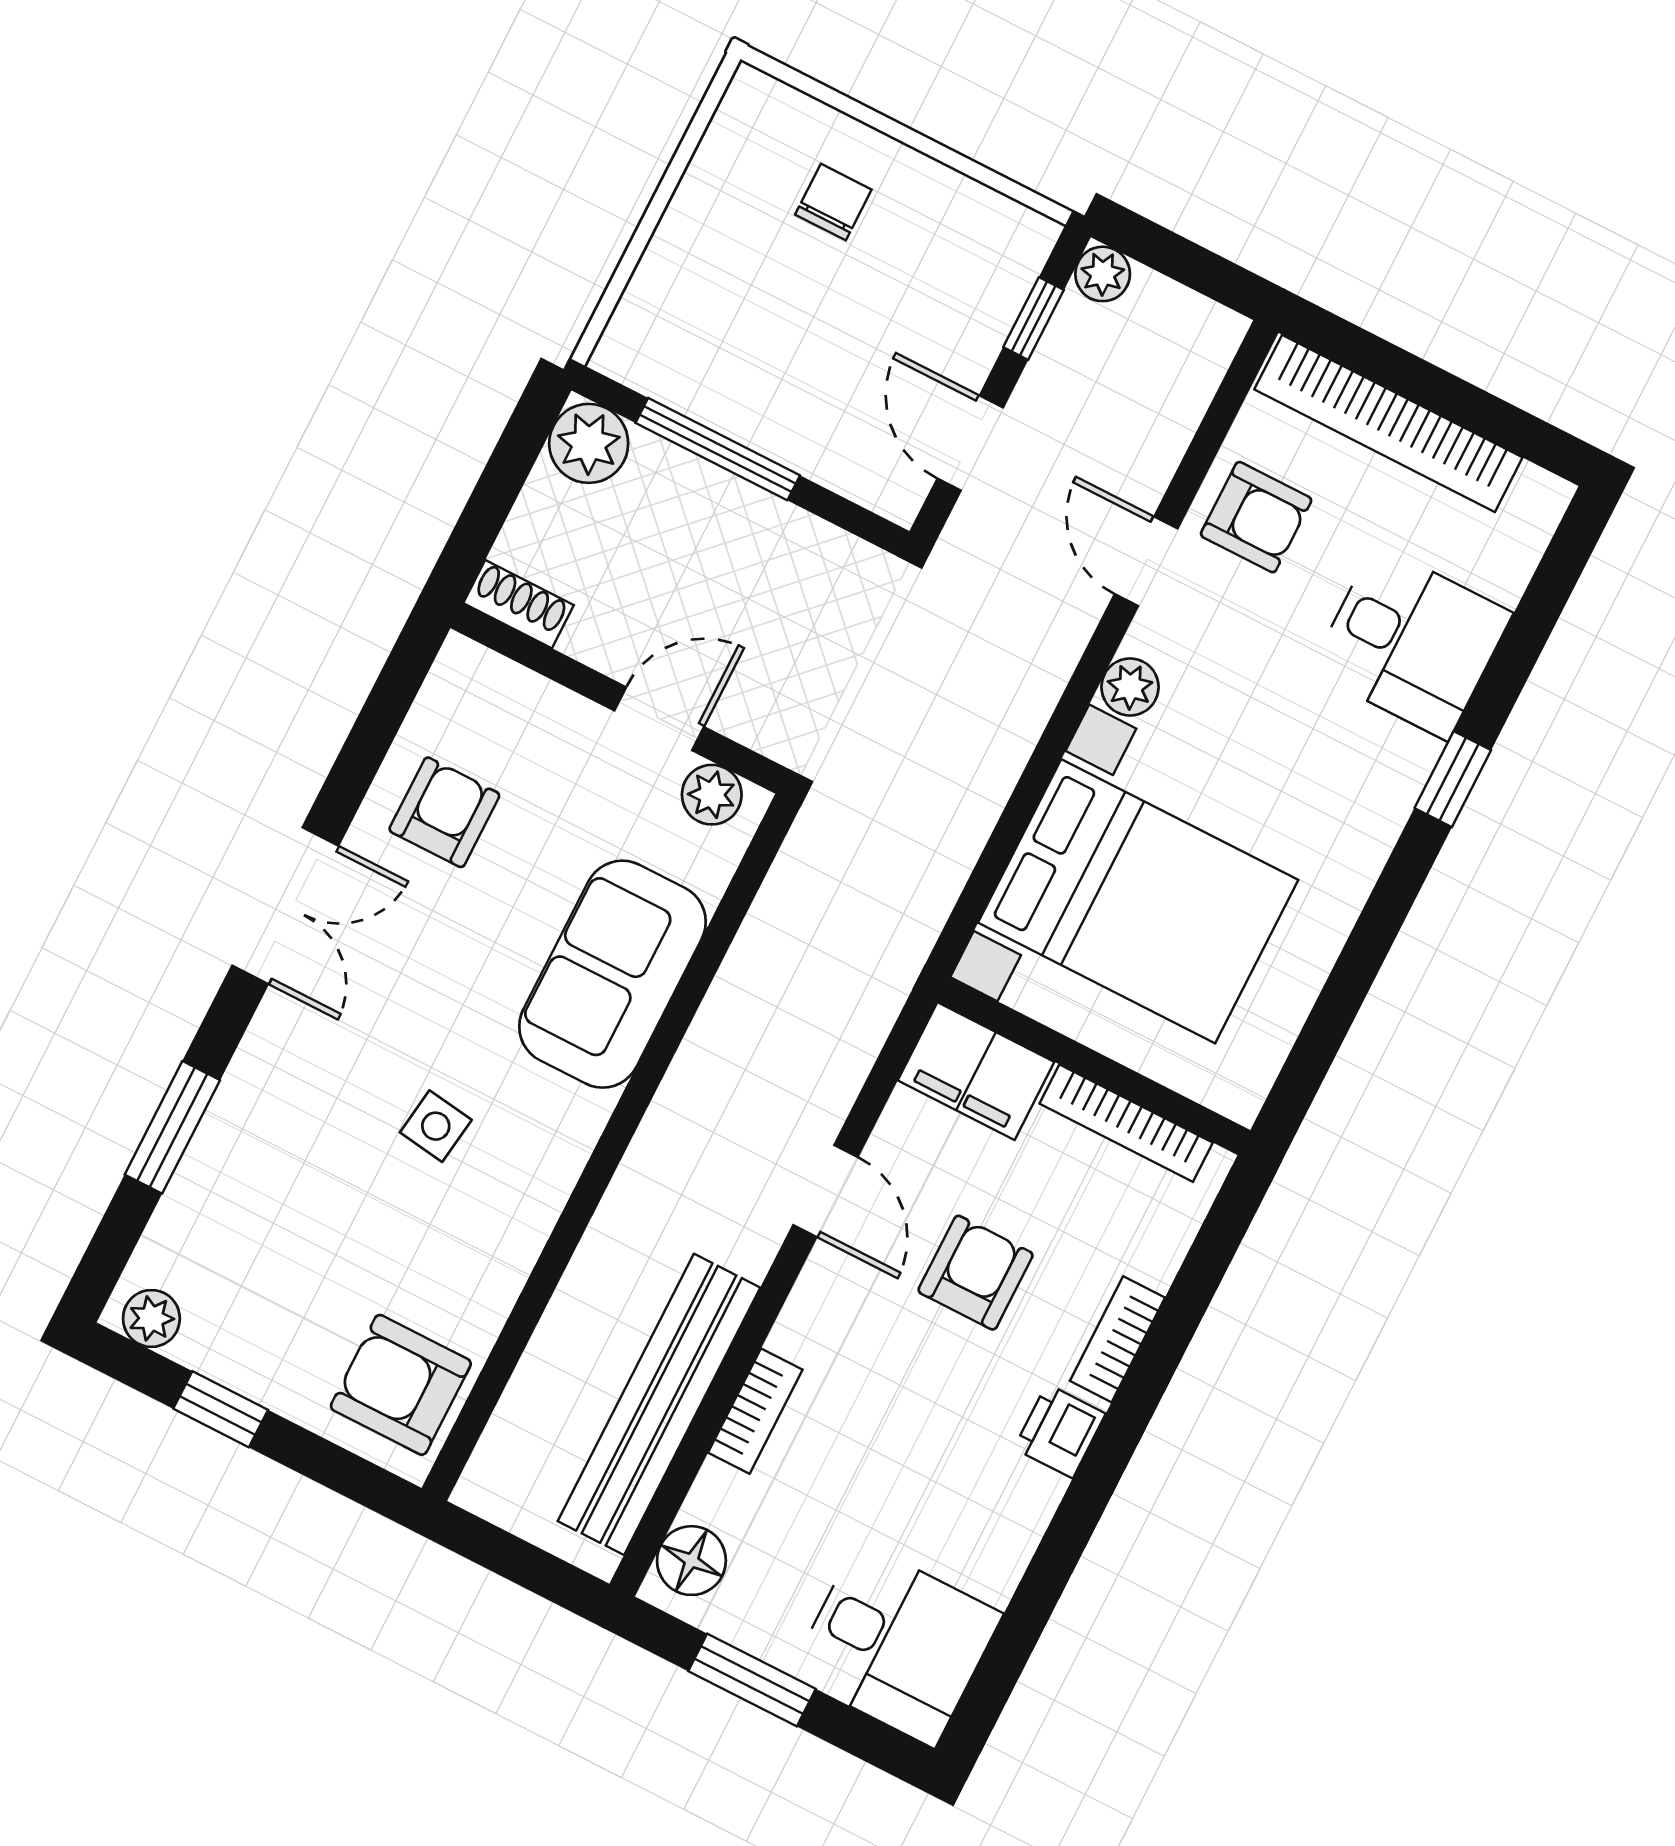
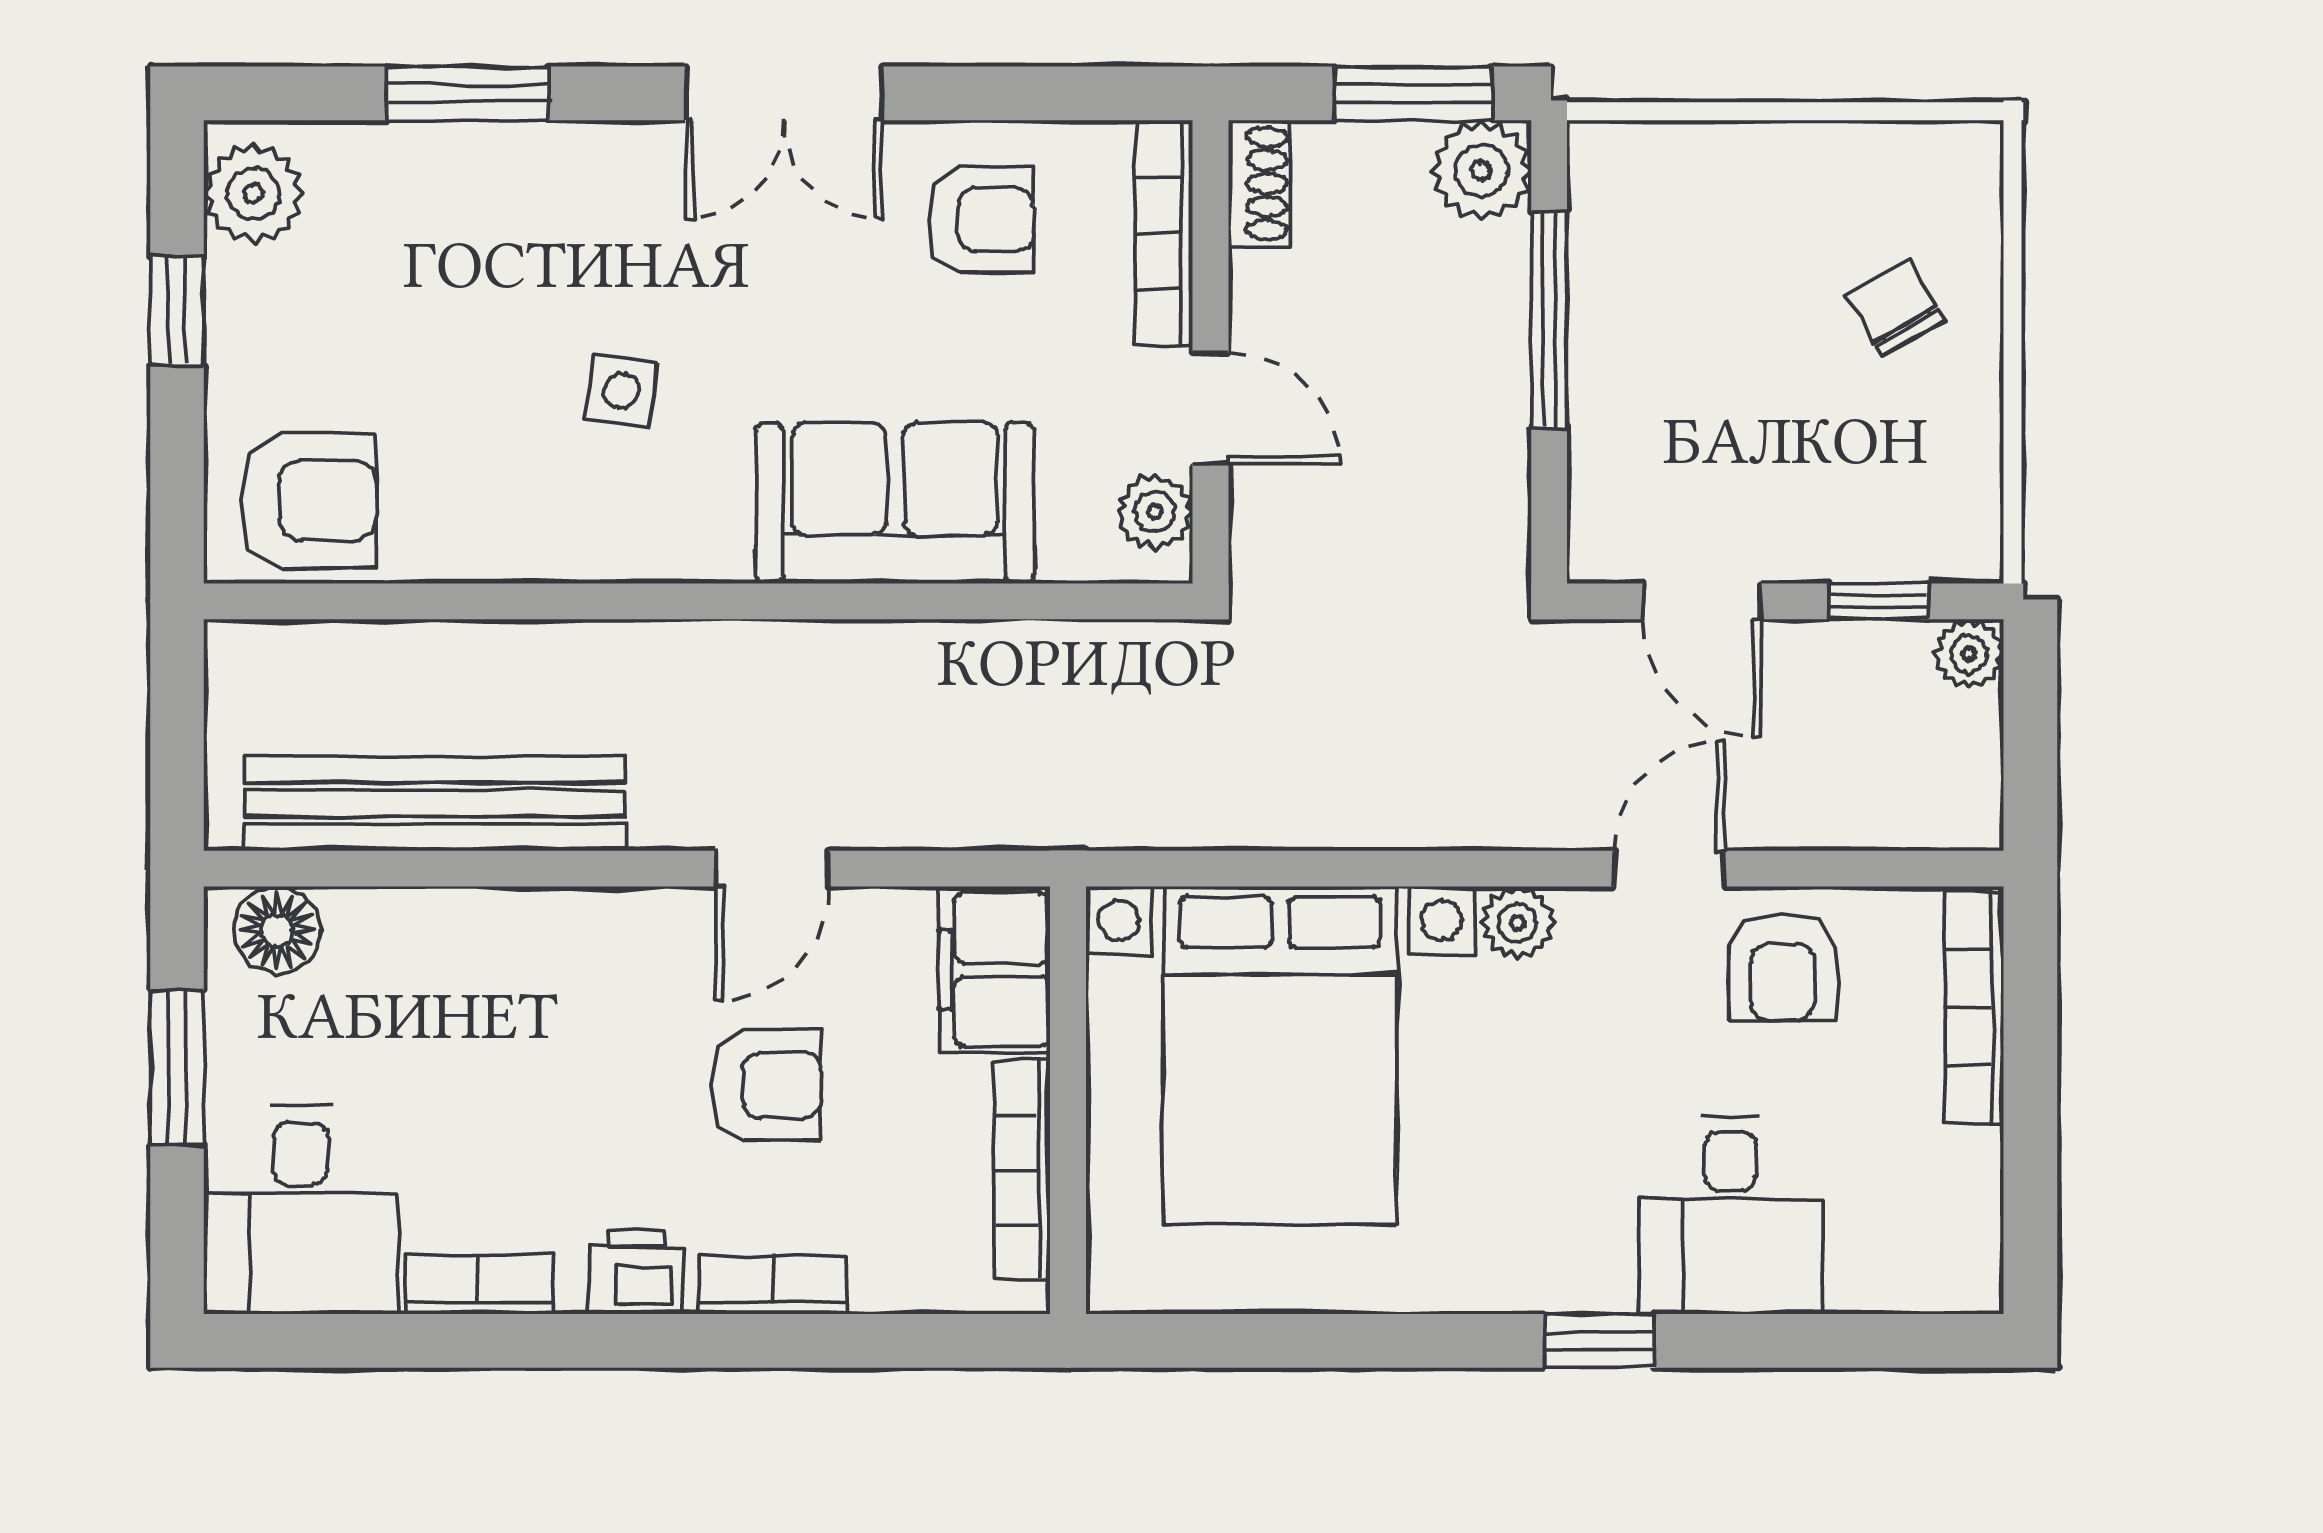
chair: (833, 202) -> (1895, 308), turned -120
bookcase: (1388, 423) -> (1974, 1008), width x0.68, depth x0.76
door: (970, 443) -> (1702, 601), swing flipped
window: (510, 464) -> (1413, 93), added
bookcase: (519, 689) -> (1164, 233), added
plant: (151, 1318) -> (253, 194), width x1.38, depth x1.38
armchair: (401, 1385) -> (308, 500), turned 90
bookcase: (755, 1411) -> (479, 1284), moved, turned 180

